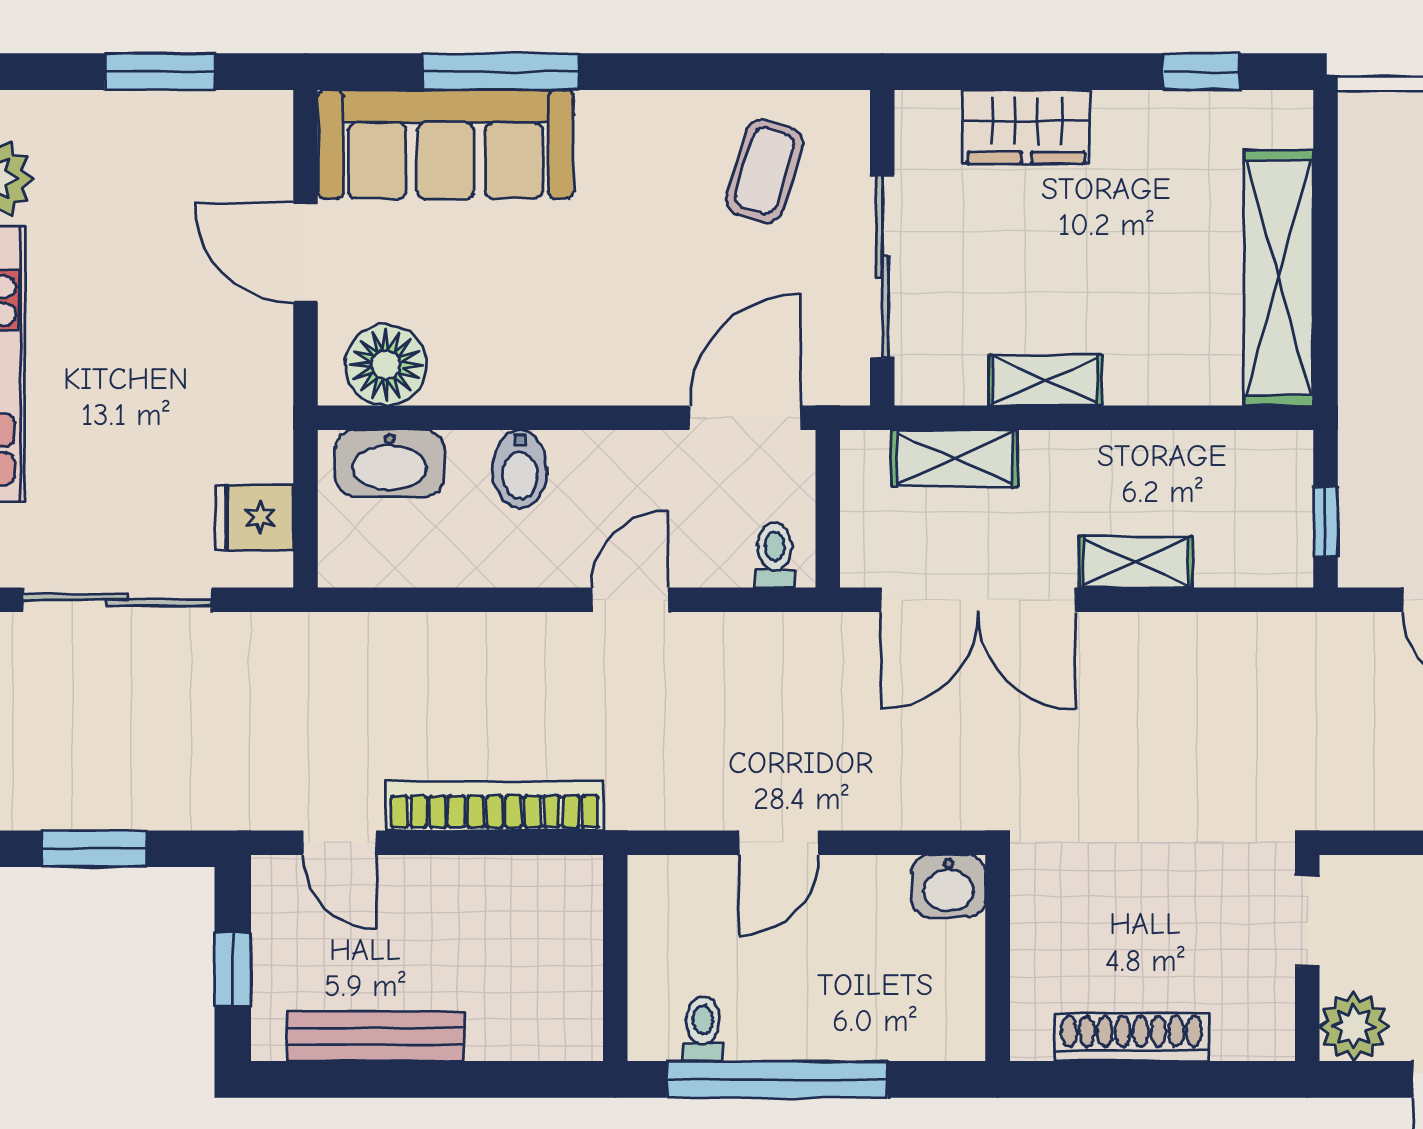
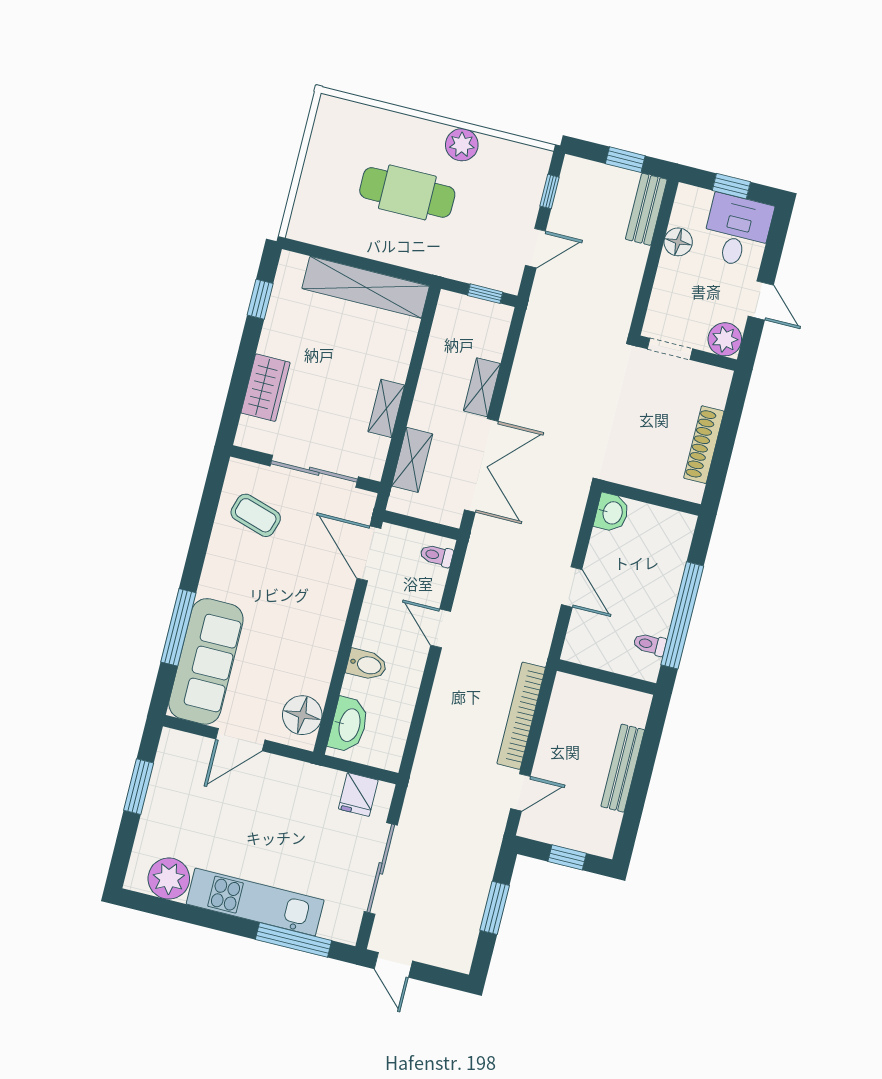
bench: (376, 1036) -> (623, 768), moved

